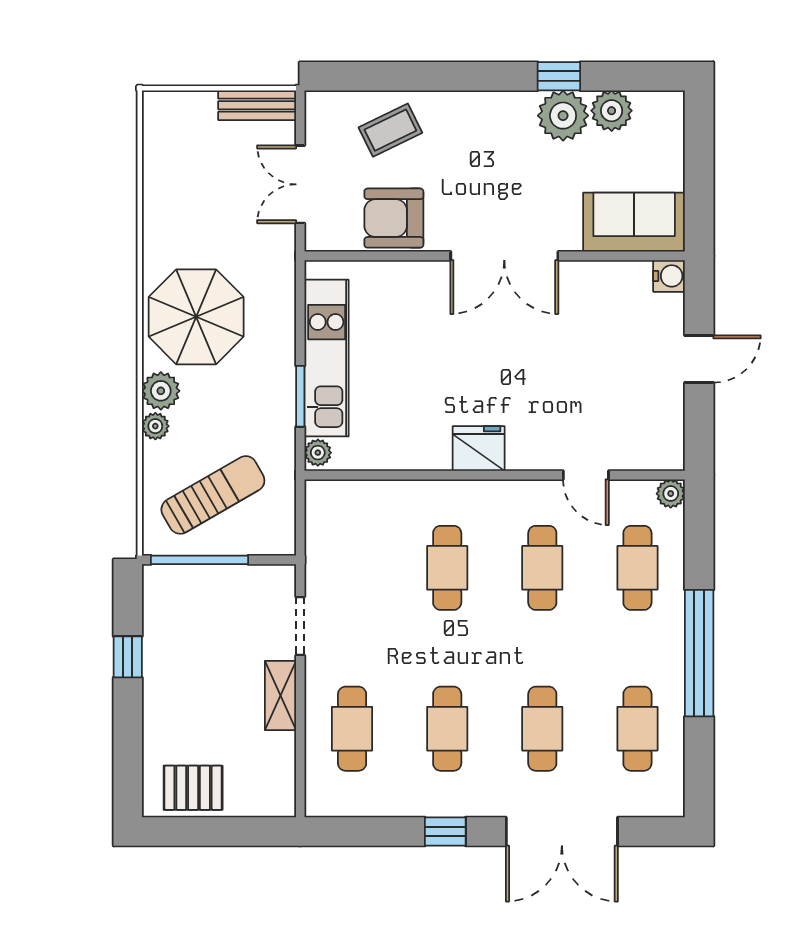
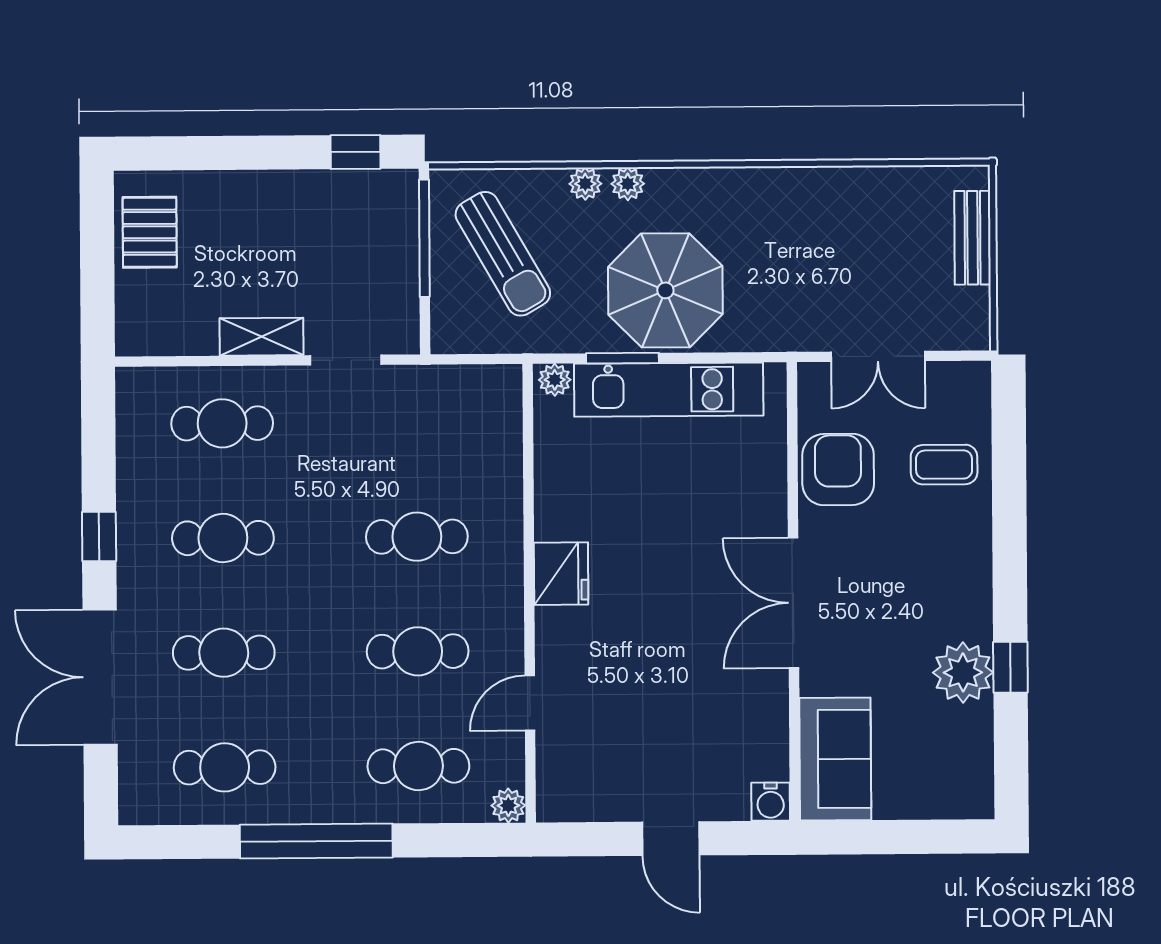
bench: (257, 105) -> (973, 238), moved
plant: (612, 111) -> (969, 731), removed
coffee table: (390, 130) -> (944, 465), turned -64
double door: (300, 184) -> (878, 356), swing flipped
parasol: (196, 317) -> (665, 290), moved
plant: (161, 391) -> (628, 184), width x0.73, depth x0.73
window: (128, 657) -> (355, 152), moved

